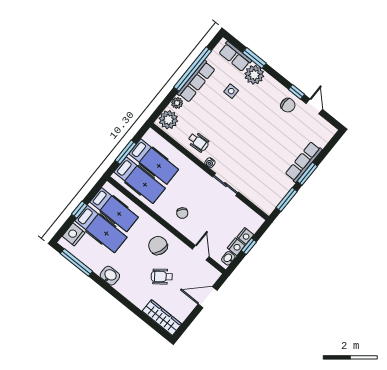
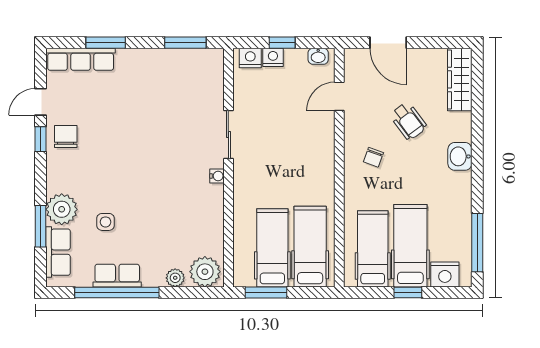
row of seats: (196, 81) -> (117, 276), width x0.68
wheelchair: (198, 142) -> (203, 212), removed
window: (126, 152) -> (266, 292), moved
row of seats: (304, 162) -> (81, 59), moved
window: (307, 174) -> (106, 43), moved
chair: (182, 213) -> (308, 160), removed
chair: (158, 246) -> (373, 157), width x0.54, depth x0.54
nightstand: (236, 247) -> (250, 58), moved
washbasin: (110, 276) -> (460, 156), moved

